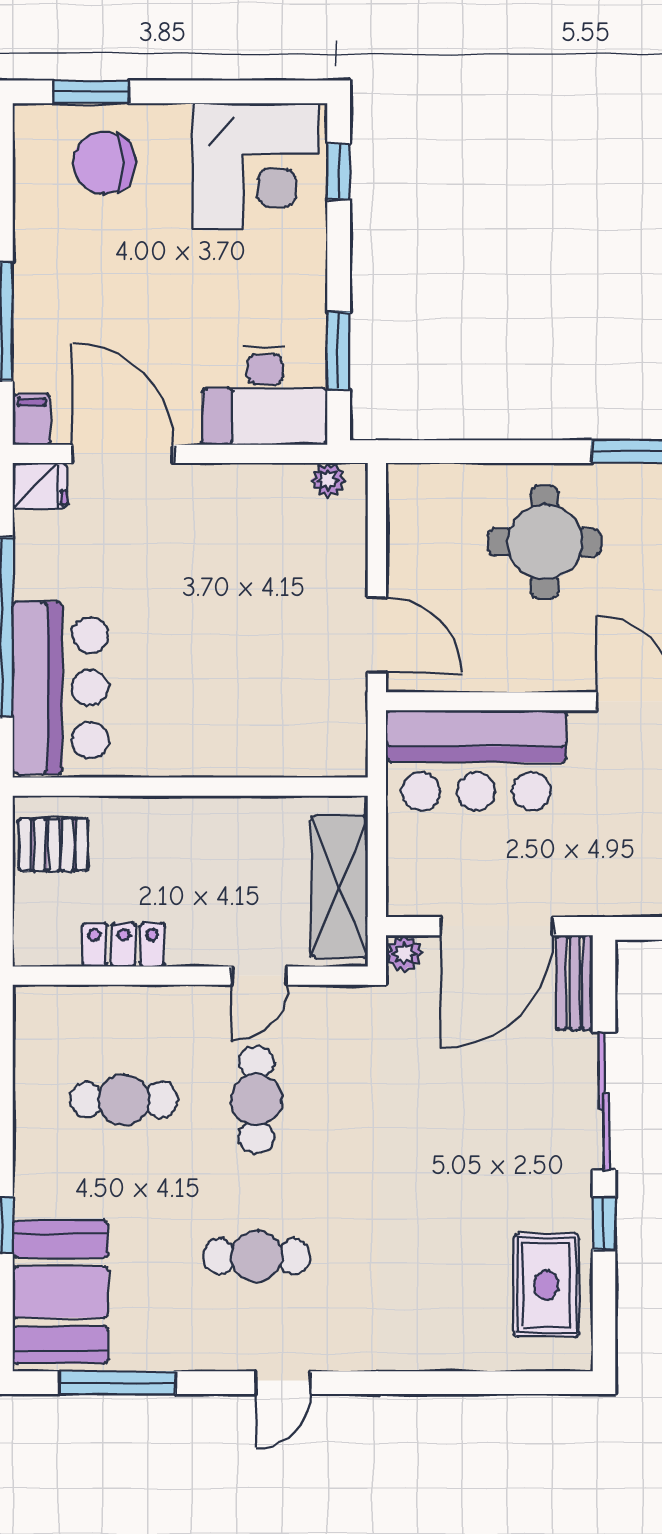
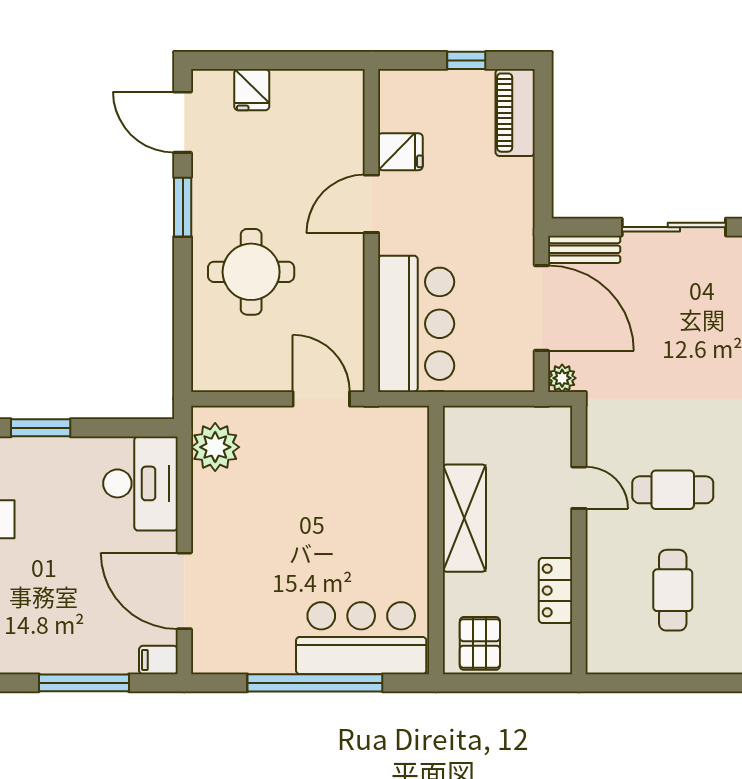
window: (339, 351) -> (41, 428), moved
door: (123, 454) -> (184, 591), hinge flipped
plant: (328, 480) -> (215, 447), width x1.87, depth x1.87
fridge: (40, 486) -> (208, 654), removed
door: (377, 635) -> (321, 399), hinge flipped
shelving: (339, 887) -> (464, 518), moved, turned 90

